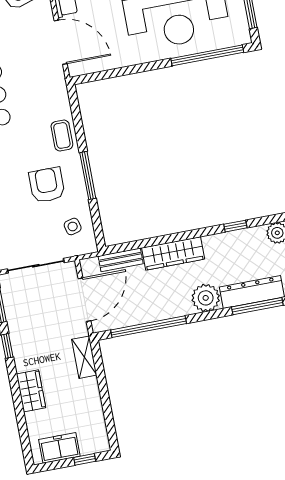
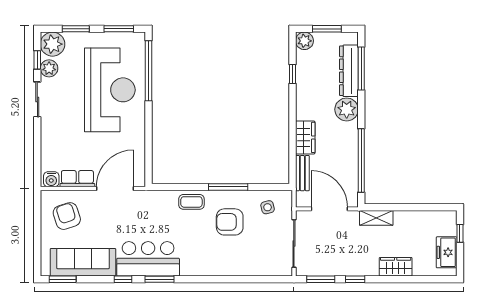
wardrobe: (173, 253) -> (305, 137), width x0.67

